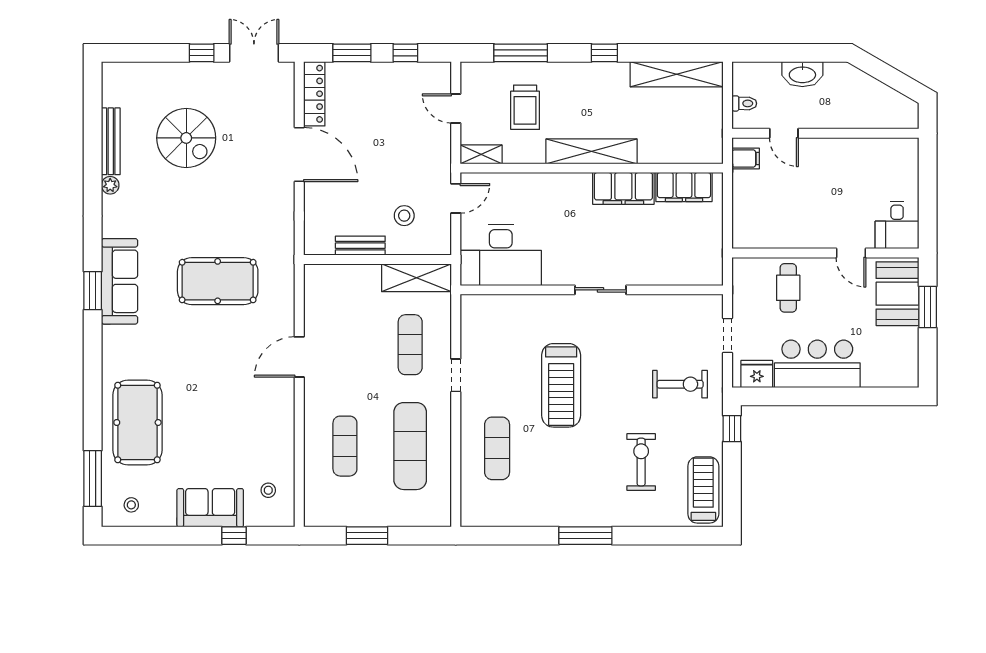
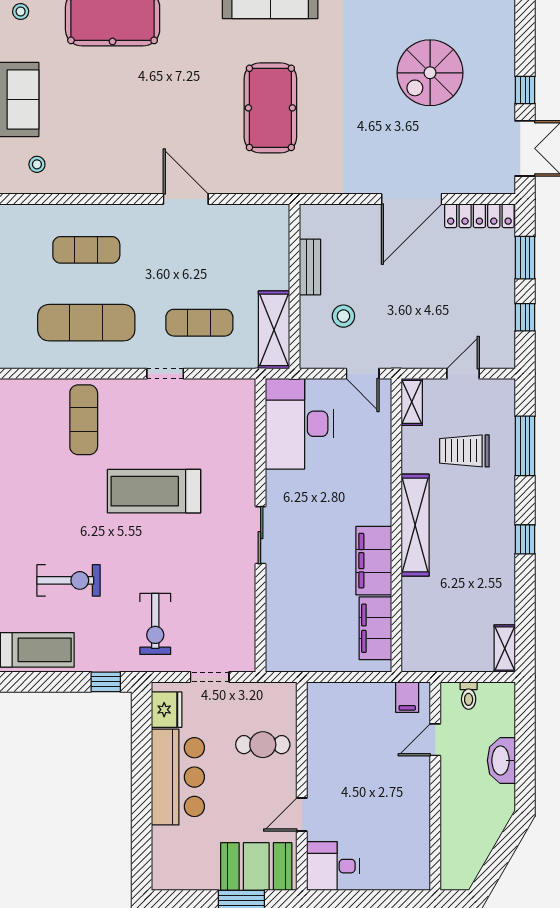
shelving: (677, 74) -> (505, 649), width x0.45, depth x0.75
exercise mat: (497, 448) -> (84, 420), turned 90

